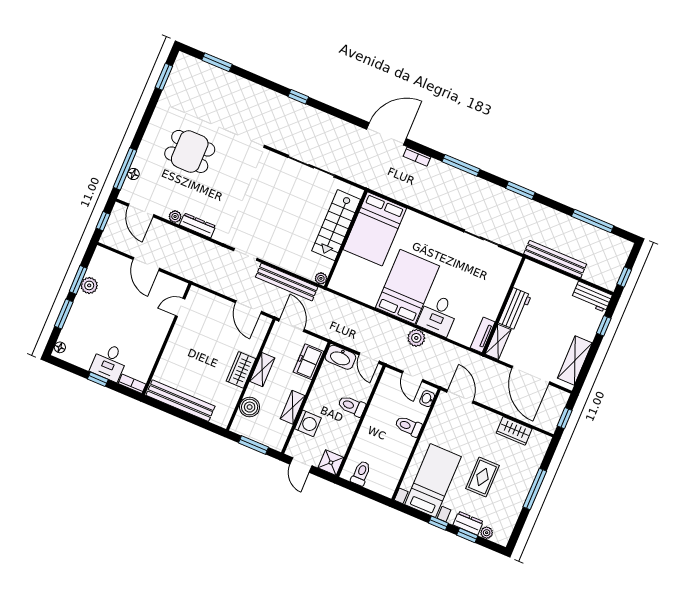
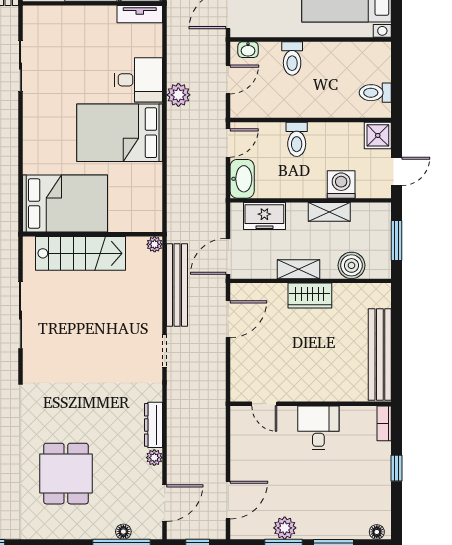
door: (146, 264) -> (228, 500), moved
desk: (109, 362) -> (318, 428), moved, turned -90

